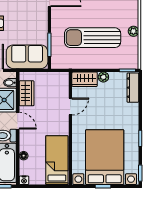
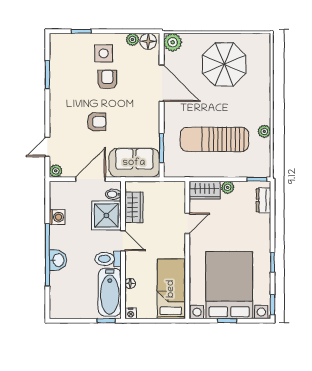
dresser: (133, 88) -> (264, 200), width x0.70

